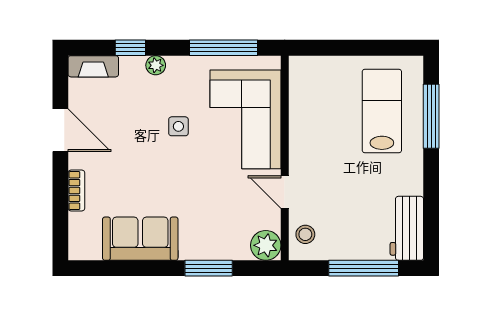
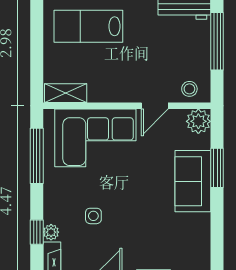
plant: (156, 65) -> (51, 232), moved
shelving: (300, 83) -> (66, 93), added
side table: (178, 126) -> (93, 216), moved
sofa: (140, 239) -> (193, 181), moved

